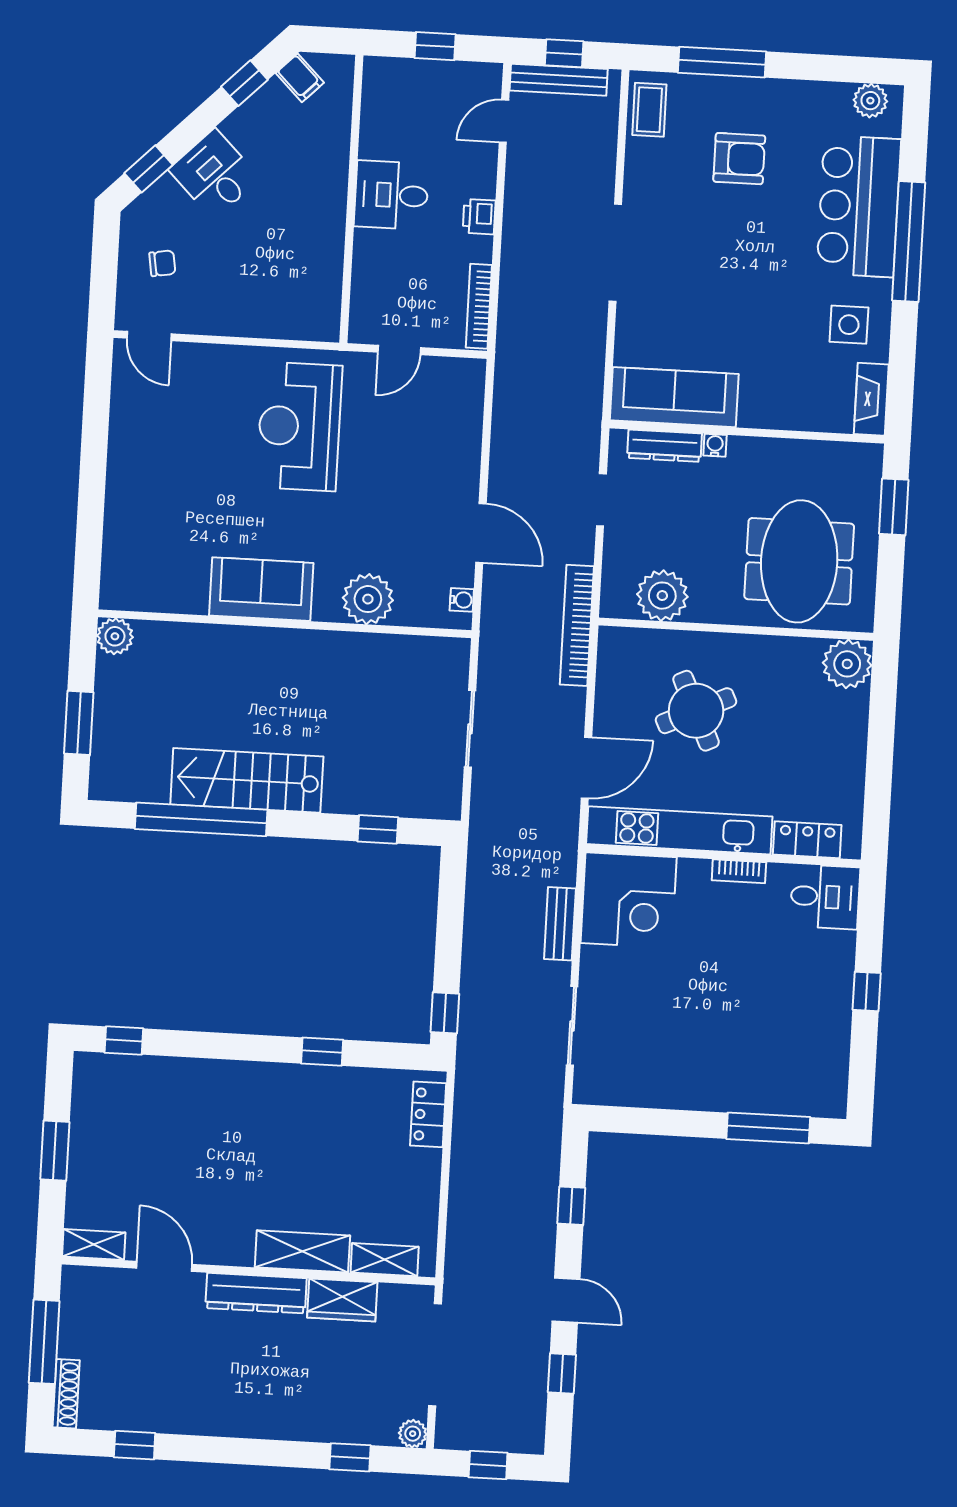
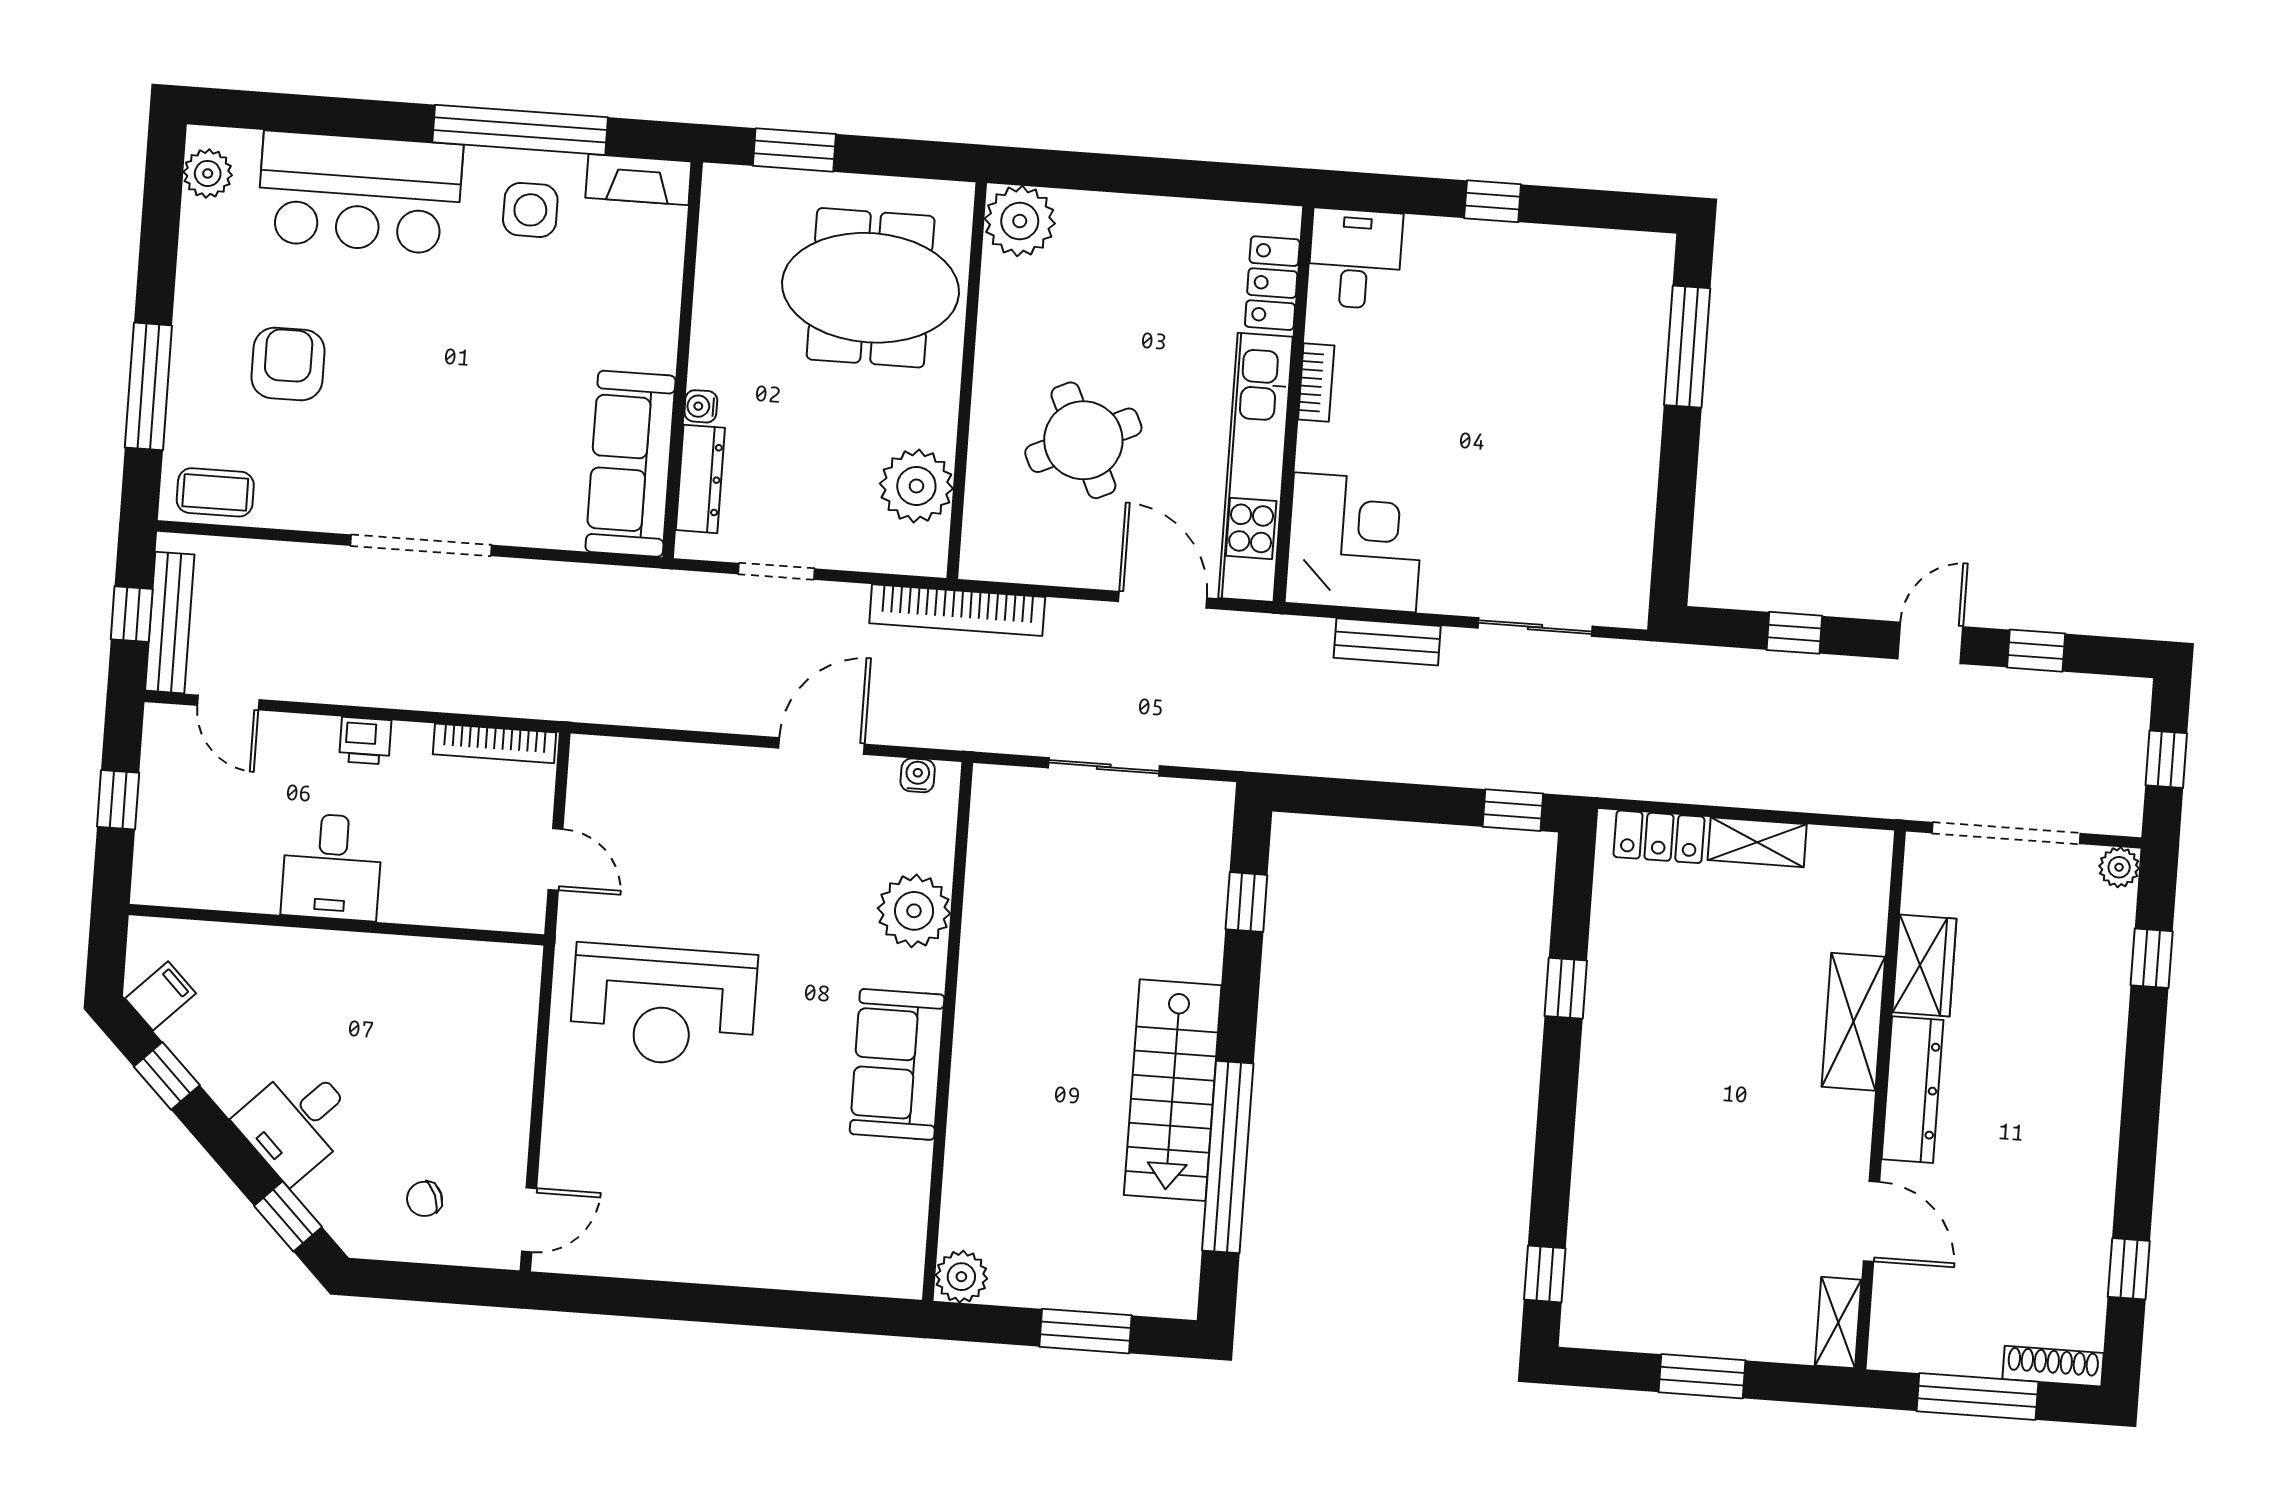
window: (909, 241) -> (520, 130), moved
chair: (162, 263) -> (424, 1199), turned -103
shelving: (385, 1260) -> (1757, 842), moved, turned 90
door: (164, 1266) -> (1871, 1221), swing flipped

